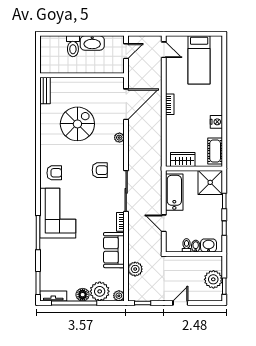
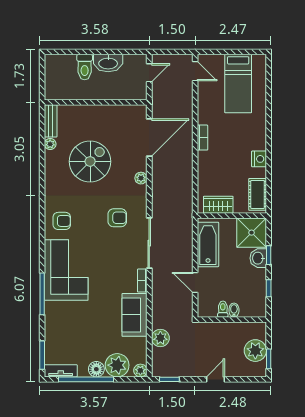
plant: (45, 110) -> (50, 144), added
washbasin: (209, 245) -> (258, 258), moved, turned -90

